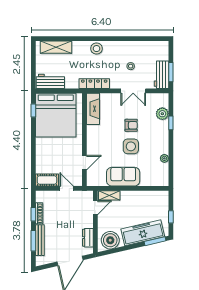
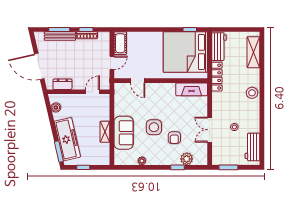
workbench: (161, 75) -> (252, 147), moved, turned -90
locker: (94, 84) -> (217, 77), moved
armchair: (131, 125) -> (174, 138), moved
sofa: (123, 177) -> (124, 133), moved
shelving: (109, 195) -> (105, 132), moved
door: (95, 208) -> (92, 92), swing flipped
boiler: (110, 240) -> (56, 108), width x0.54, depth x0.54

